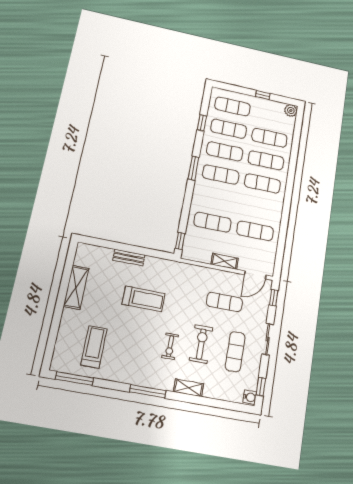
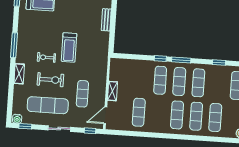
exercise mat: (229, 129) -> (218, 84), removed
exercise mat: (213, 222) -> (160, 80), moved
window: (180, 241) -> (160, 59), moved
door: (255, 275) -> (105, 115), hinge flipped
treadmill: (144, 299) -> (69, 47), moved
exercise mat: (235, 352) -> (48, 105), width x1.36, depth x1.45

